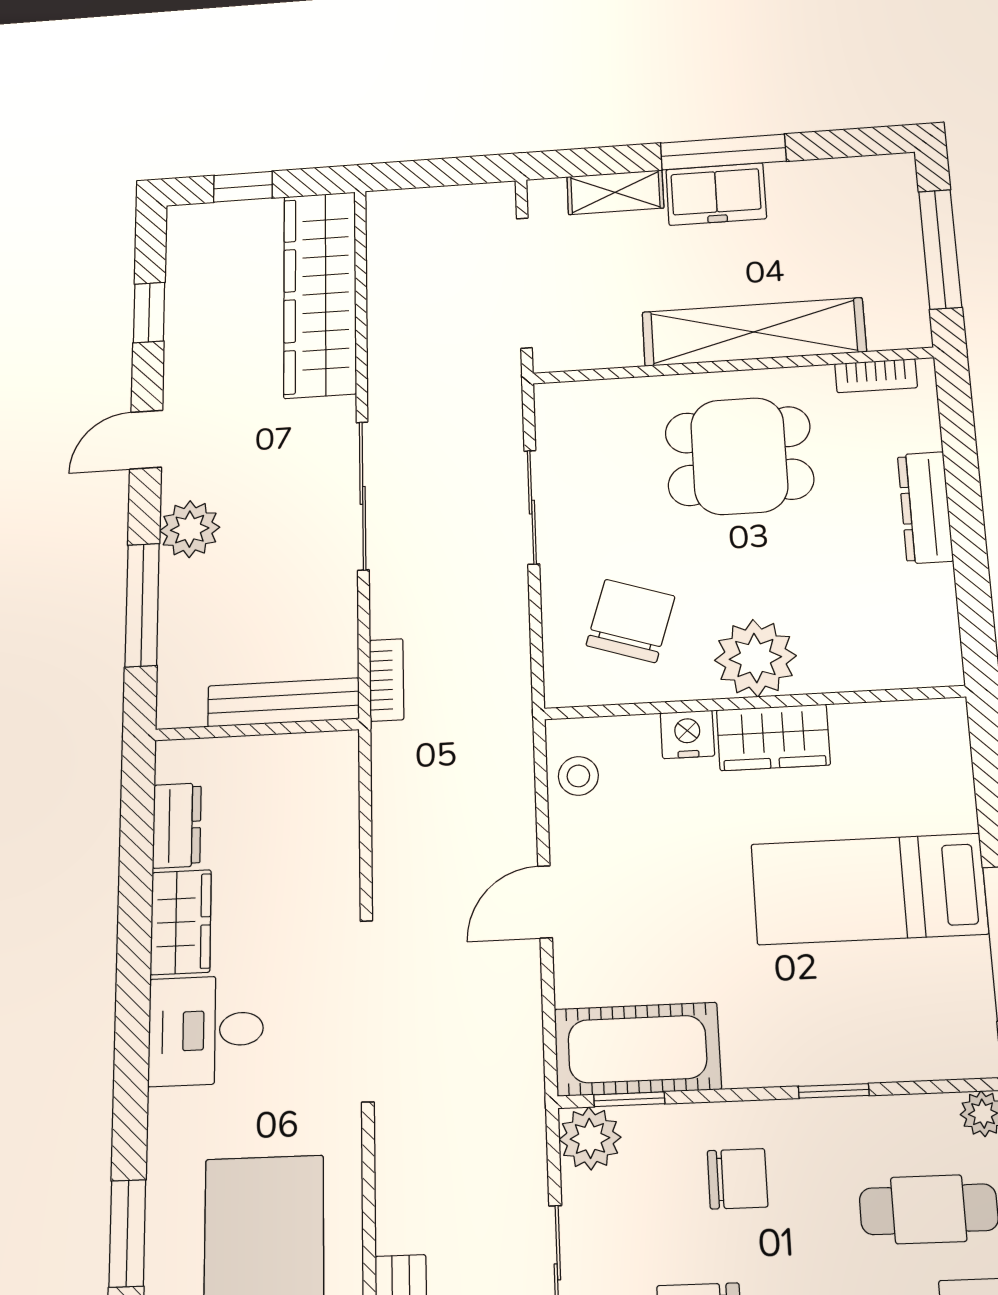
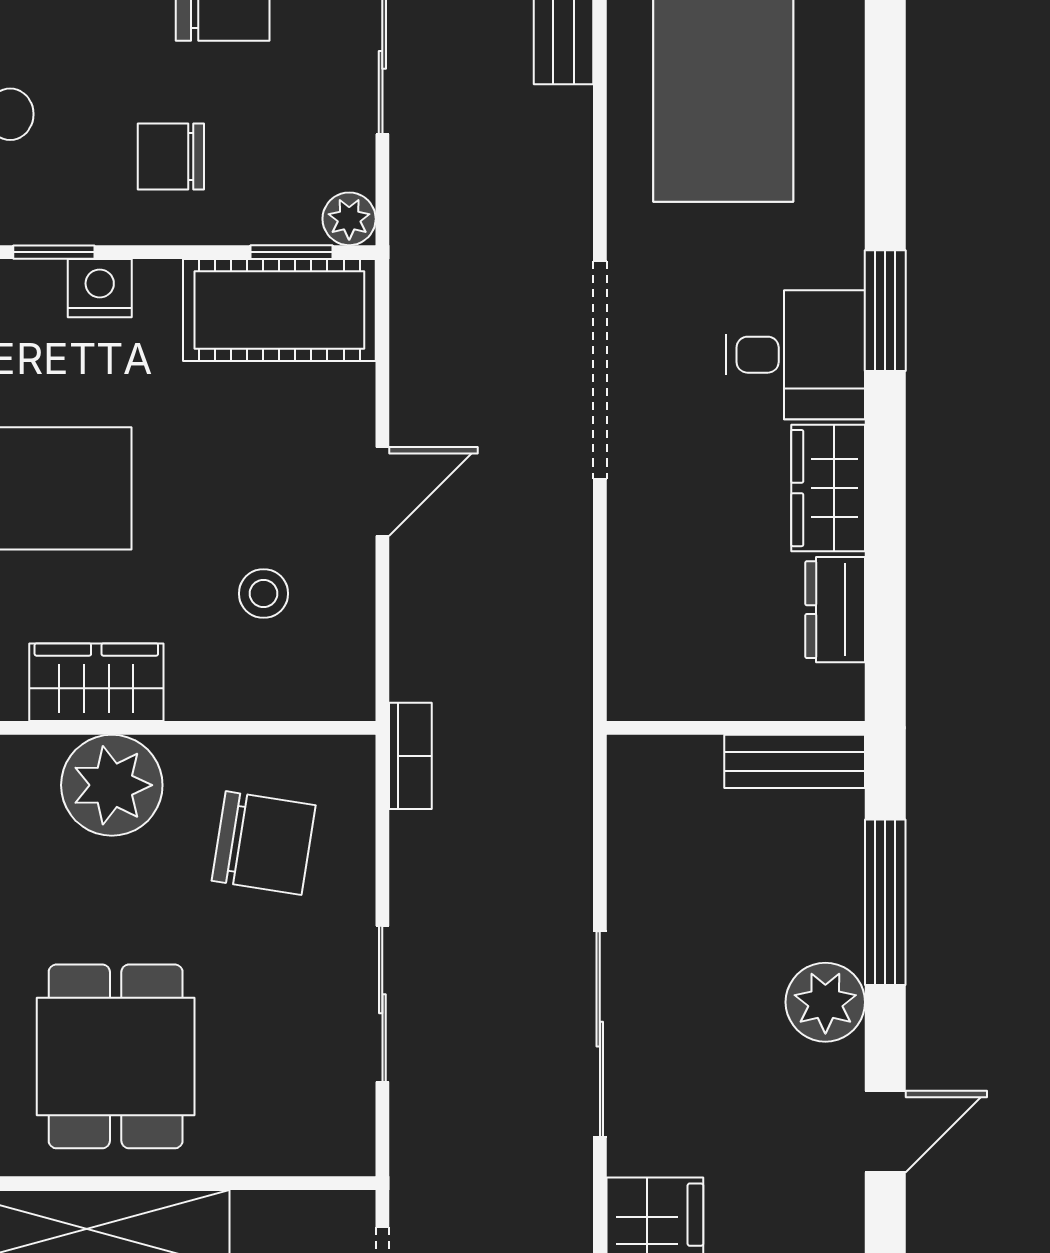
dining table: (739, 456) -> (116, 1056), turned 90
chair: (631, 621) -> (264, 843), turned -99
bookcase: (387, 680) -> (410, 756), moved, turned 180
bench: (283, 702) -> (795, 761), moved, width x0.73
nightstand: (687, 734) -> (100, 288), moved, turned 180
stool: (578, 776) -> (264, 594), moved
plant: (590, 1138) -> (349, 219), width x0.73, depth x0.73
window: (127, 1233) -> (885, 311), moved

